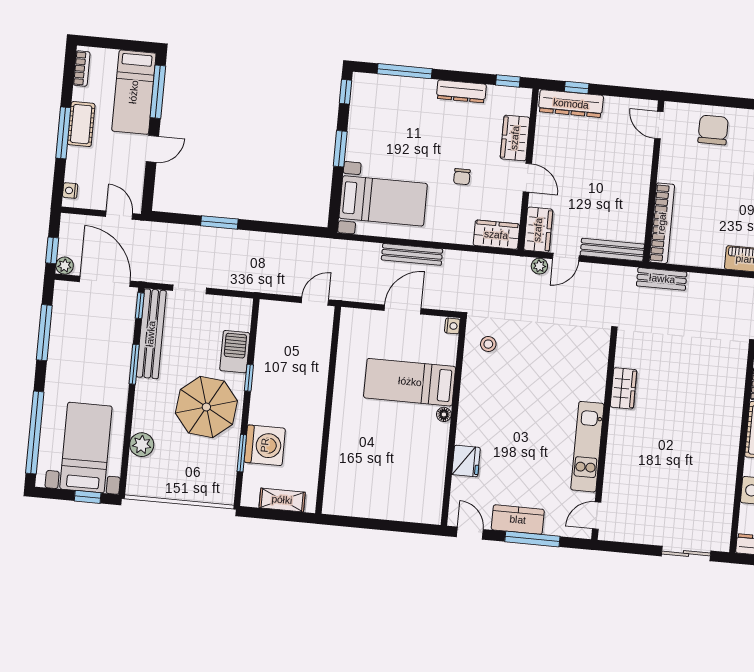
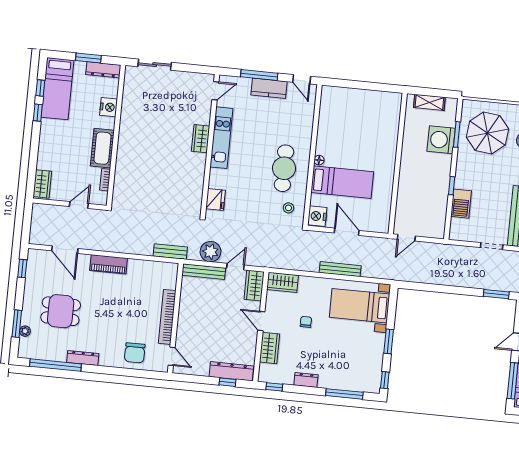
dresser: (461, 91) -> (306, 380), width x0.70
window: (219, 222) -> (496, 294), moved
bookcase: (662, 223) -> (167, 317), moved
plant: (539, 266) -> (211, 252), moved, width x1.88, depth x1.88
door: (403, 309) -> (347, 232), swing flipped
nightstand: (452, 326) -> (317, 216), width x1.89, depth x1.79
wardrobe: (623, 388) -> (201, 139), moved
cafe table: (495, 402) -> (284, 168), added
parasol: (206, 407) -> (488, 133), moved
fridge: (466, 461) -> (215, 200), moved, turned 180

